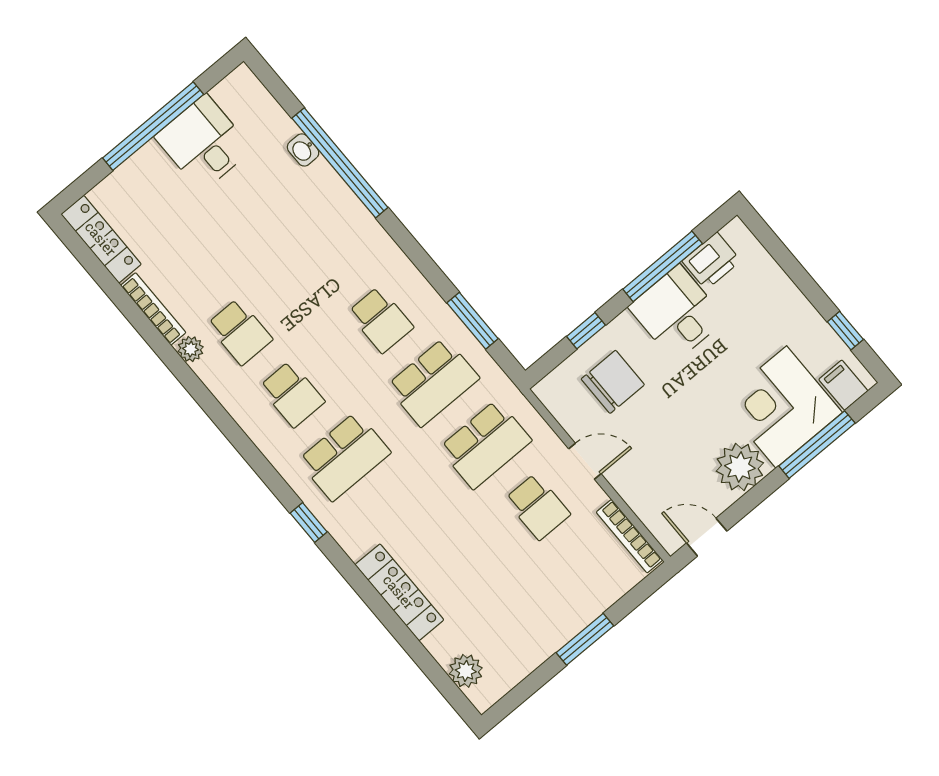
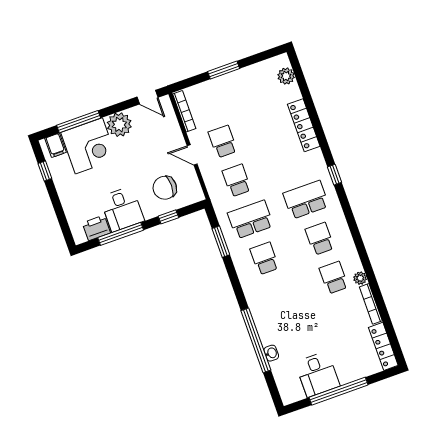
school desk: (485, 444) -> (237, 181), width x0.54

